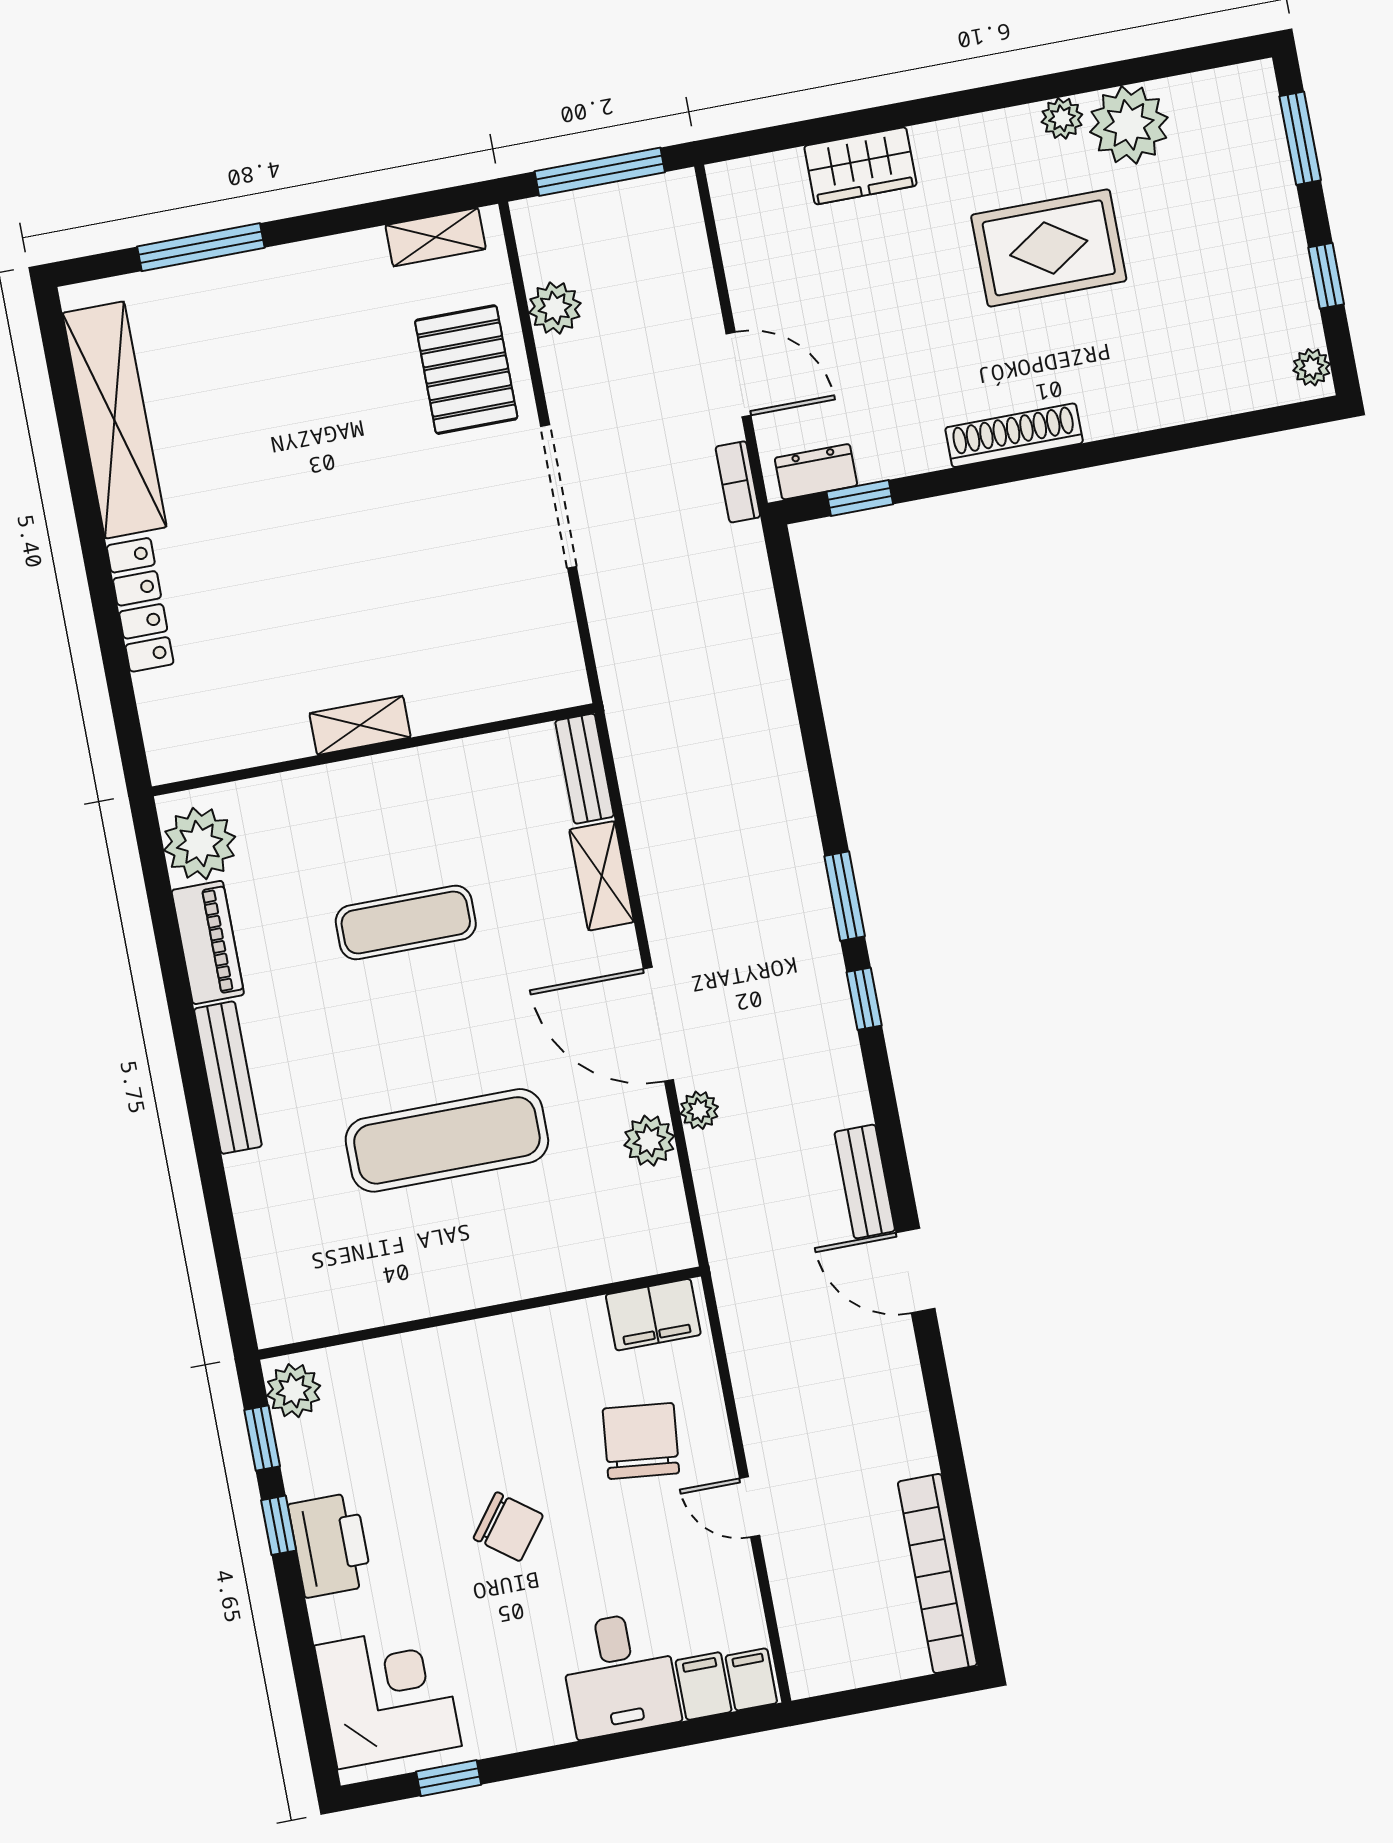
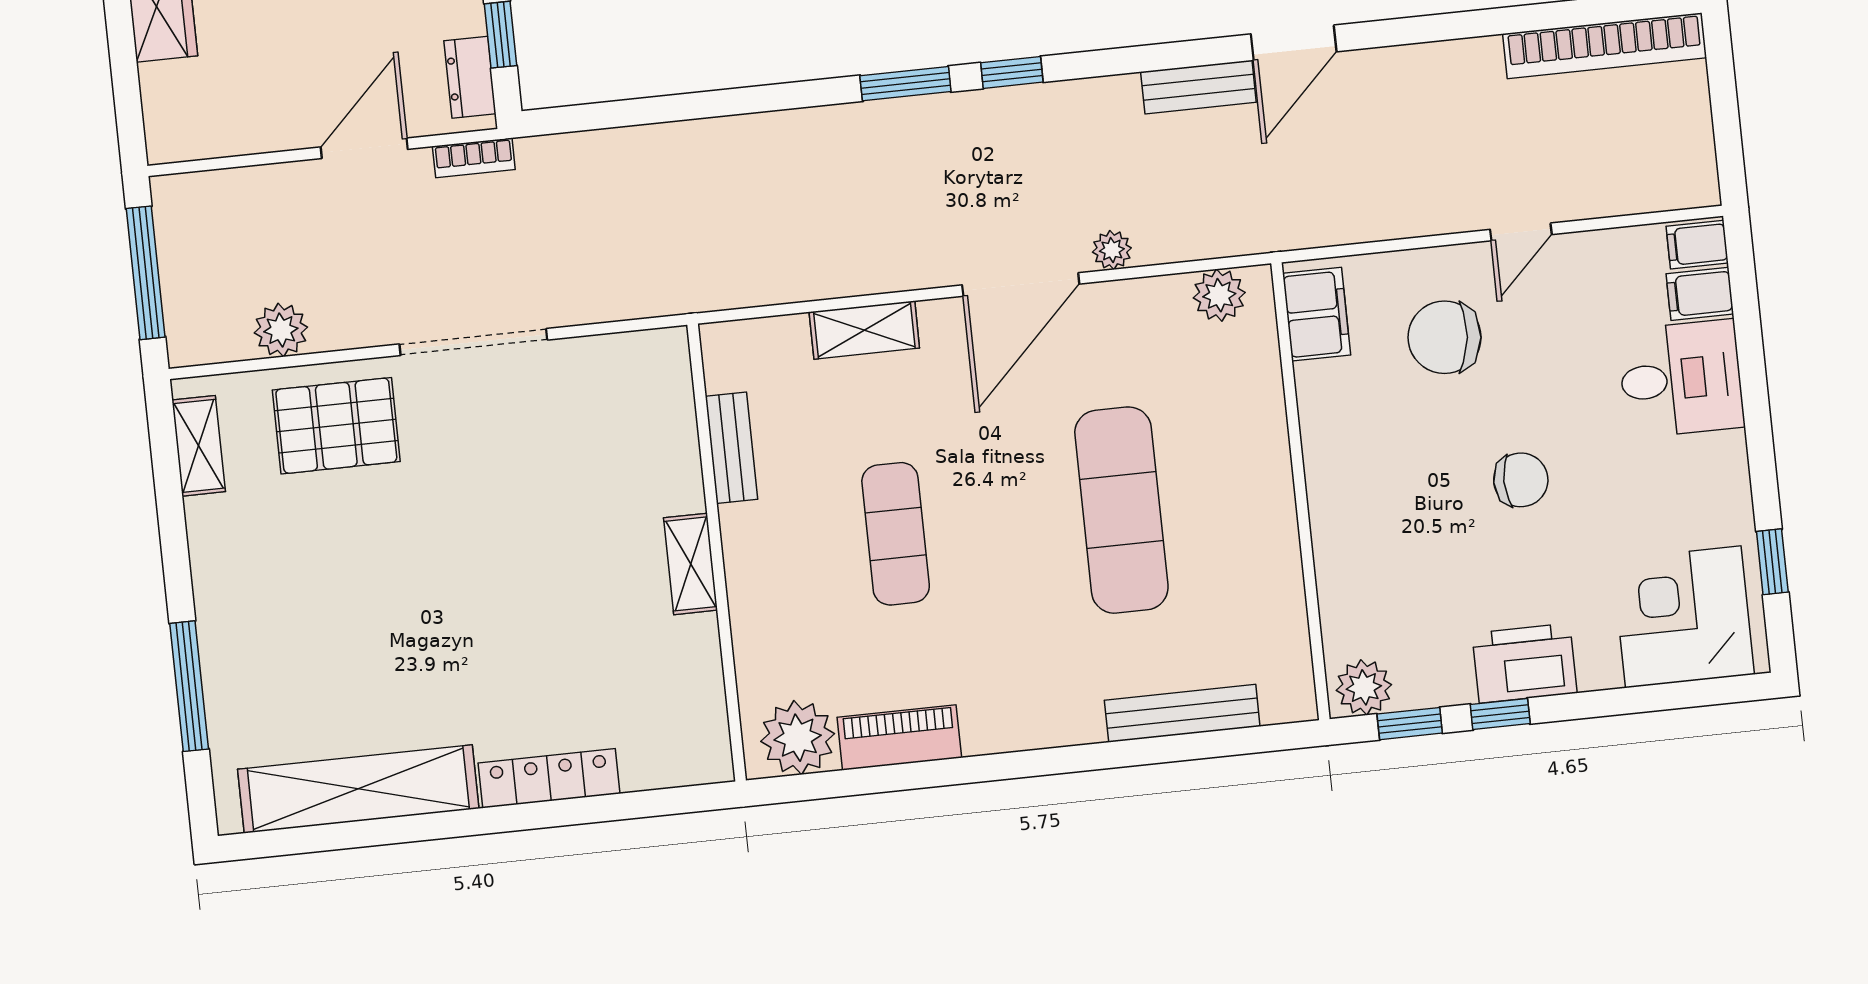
bench: (584, 769) -> (731, 448), moved, turned 90
bench: (228, 1078) -> (1182, 713), moved
plant: (649, 1141) -> (1219, 295), moved
chair: (508, 1527) -> (1521, 480), turned 53

